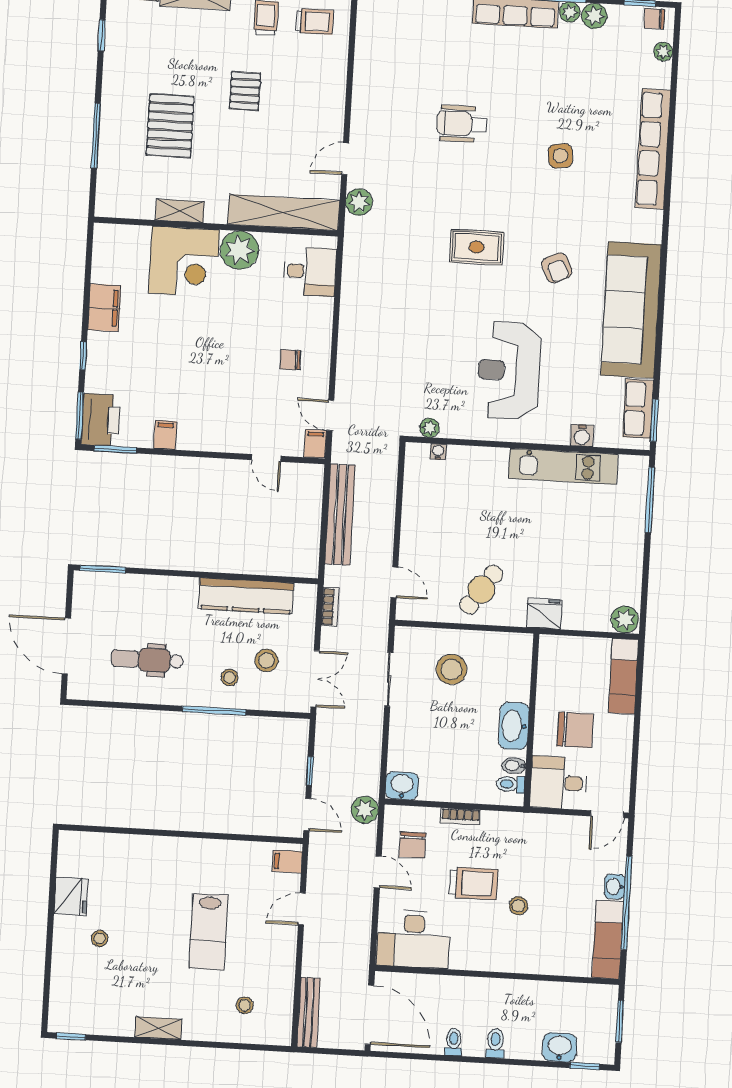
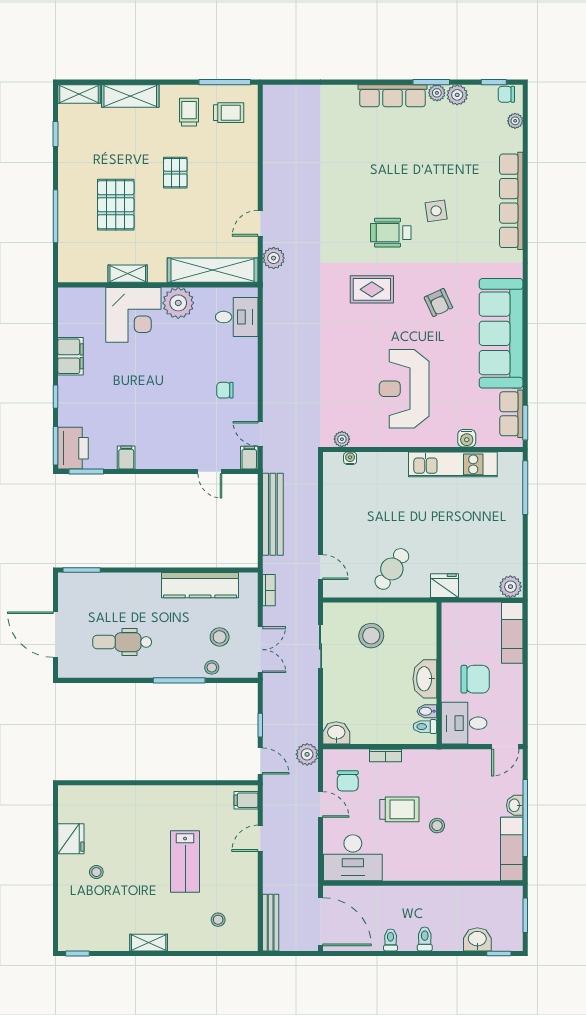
wheelchair: (462, 124) -> (391, 233), moved
stool: (230, 677) -> (212, 667), moved

